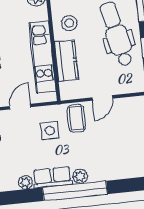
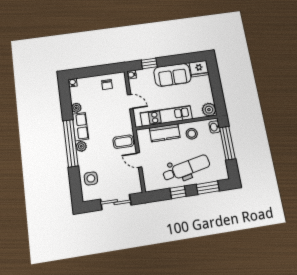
side table: (50, 131) -> (91, 178), moved

